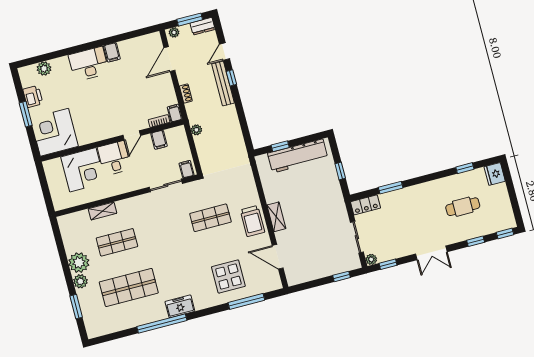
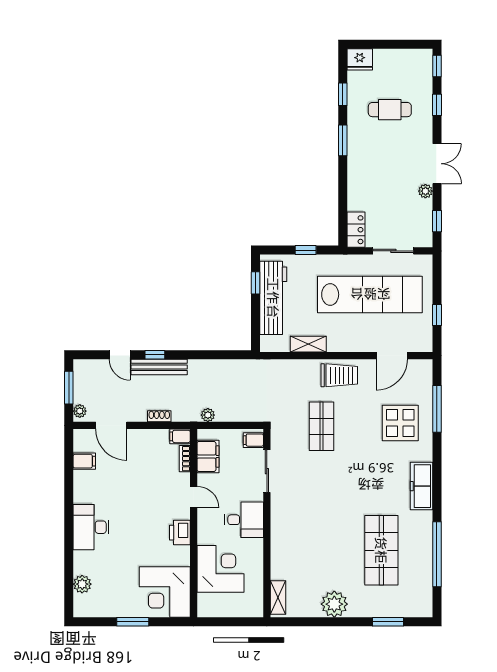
dresser: (203, 26) -> (81, 374), removed
filing cabinet: (112, 52) -> (84, 461), moved
printer: (33, 97) -> (180, 533), moved, turned -90
filing cabinet: (159, 140) -> (208, 456), width x2.00
window: (280, 146) -> (255, 283), moved
desk: (114, 158) -> (244, 520), moved, turned 180
window: (391, 188) -> (343, 140), moved
cafe table: (463, 207) -> (390, 110), turned 90
shelving: (102, 211) -> (278, 597), moved
shelving: (276, 217) -> (308, 344), moved
lab bench: (319, 228) -> (370, 294), added
shop shelf: (117, 242) -> (322, 550), removed
plant: (371, 259) -> (425, 191), moved
window: (341, 276) -> (437, 315), moved
plant: (80, 281) -> (358, 608), removed
freezer: (180, 306) -> (421, 486), width x1.40
window: (162, 324) -> (437, 554), moved

